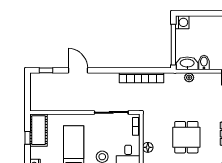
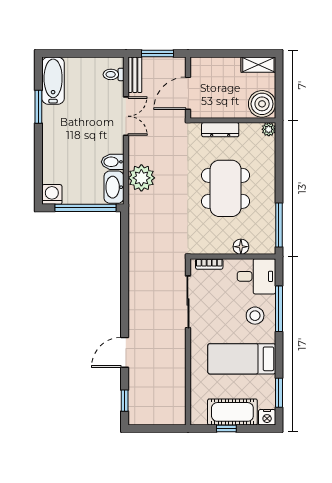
plant: (189, 77) -> (141, 178), width x1.88, depth x1.88
bookcase: (142, 78) -> (136, 256), removed
cot: (39, 130) -> (232, 412), moved
dining table: (186, 137) -> (226, 188), width x1.38

